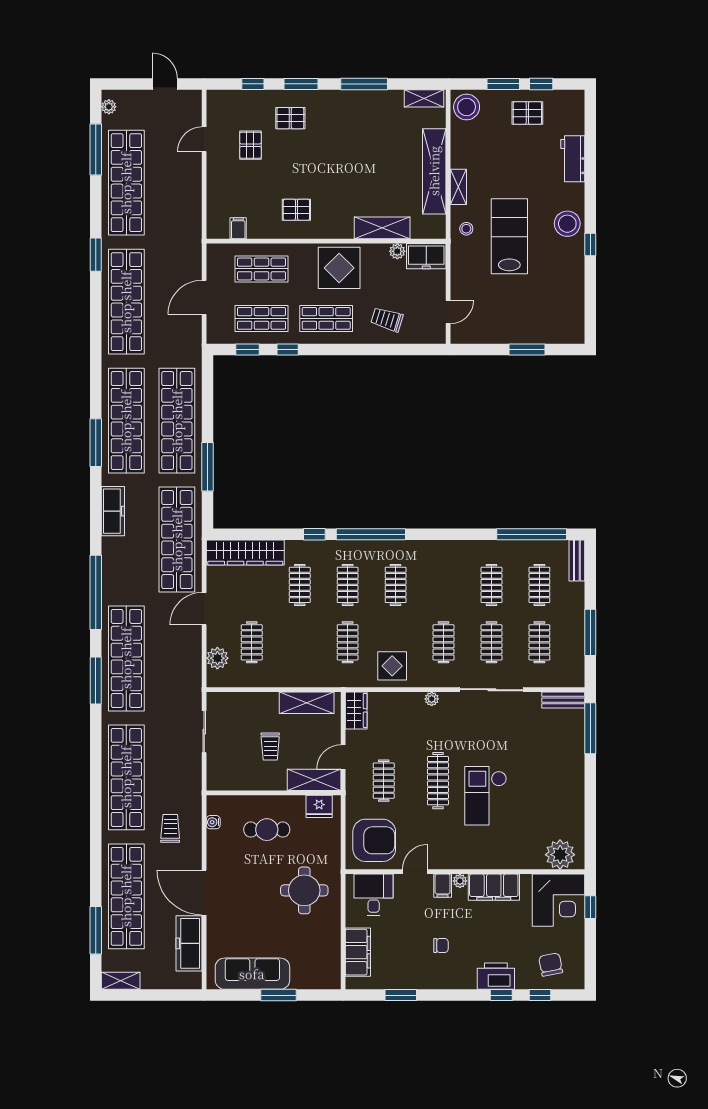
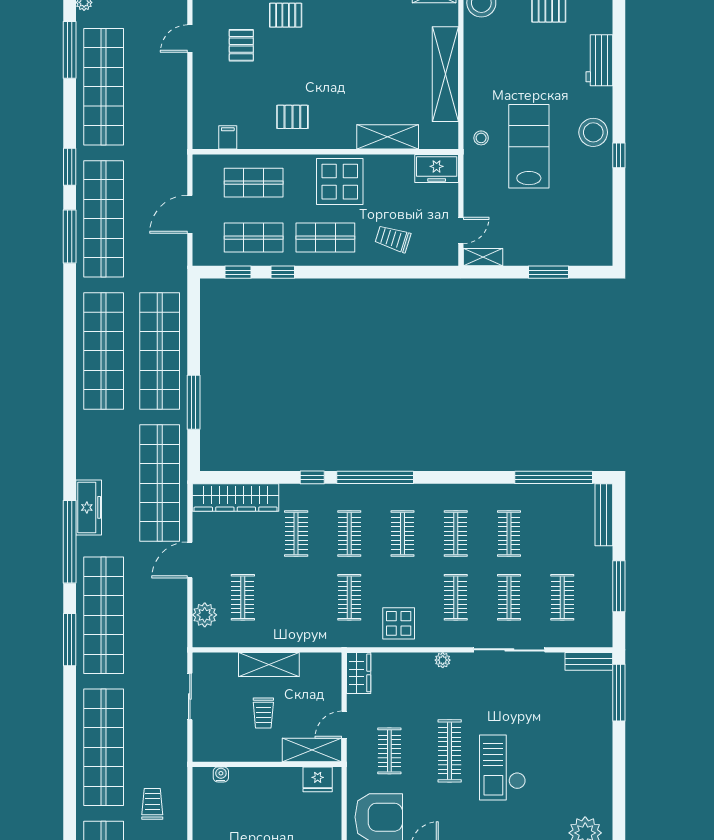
shelving: (458, 187) -> (483, 257), moved, turned 90
plant: (397, 251) -> (404, 163), removed
window: (96, 443) -> (70, 236), moved
freezer: (113, 511) -> (89, 507), moved
bench: (577, 560) -> (604, 515), width x1.36
clothes rail: (539, 585) -> (456, 534), moved
shelving: (307, 703) -> (269, 664), moved
water cooler: (213, 822) -> (221, 774), moved, turned 90
cafe table: (267, 830) -> (259, 805), removed

